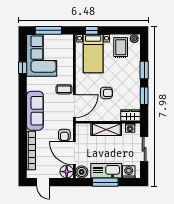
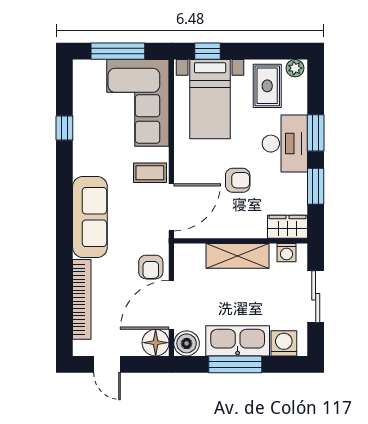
corner sofa: (42, 55) -> (138, 103), moved, turned 180
desk: (129, 75) -> (285, 144), added
door: (74, 153) -> (171, 305), hinge flipped

